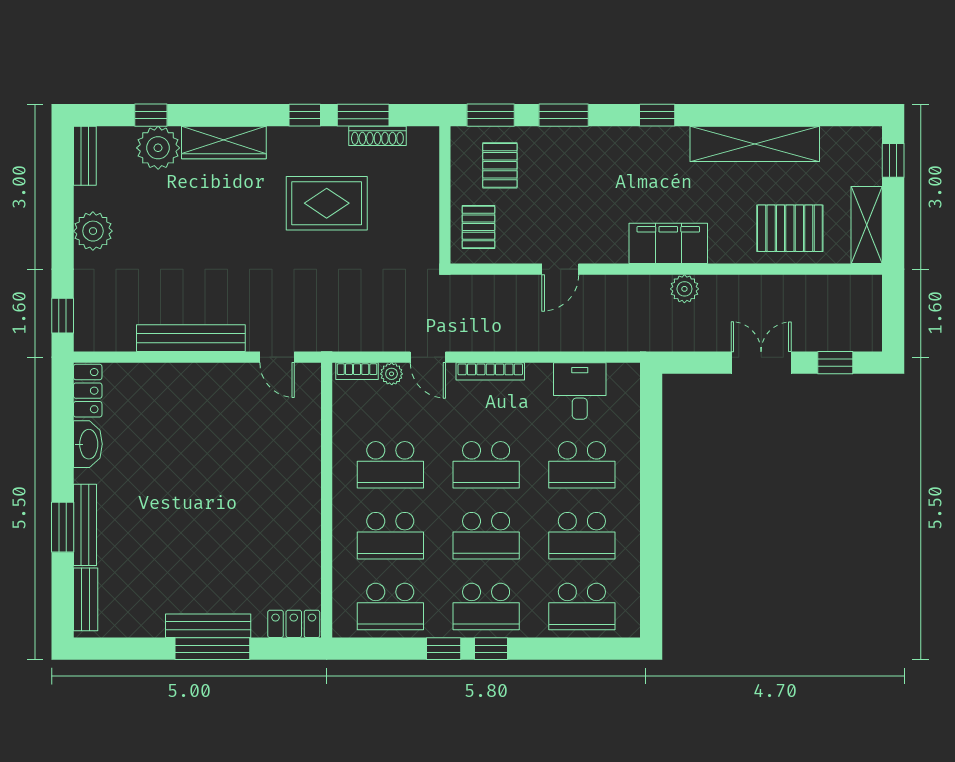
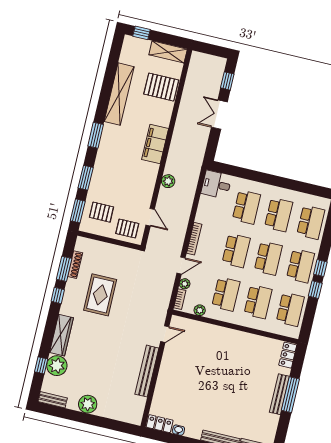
window: (657, 115) -> (96, 135), width x1.50
pallet: (790, 228) -> (161, 87), turned 90
door: (560, 269) -> (150, 217), moved
plant: (684, 289) -> (168, 181), moved
window: (63, 316) -> (123, 427), removed
desk: (580, 391) -> (216, 185), moved
plant: (344, 418) -> (200, 310), added
washbasin: (88, 444) -> (178, 430), width x0.52, depth x0.69

